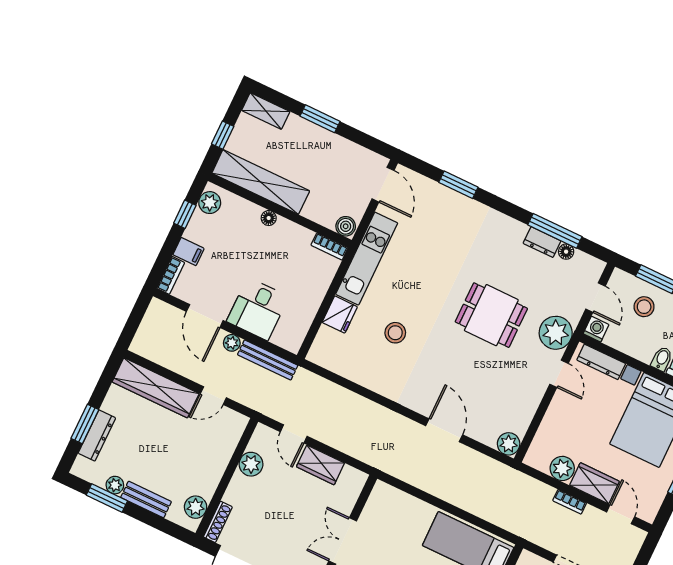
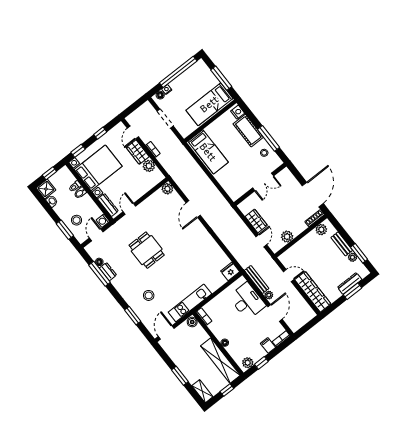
desk: (258, 309) -> (247, 301), width x1.37
fridge: (340, 315) -> (230, 271), moved
stool: (395, 333) -> (149, 295), moved
plant: (556, 333) -> (122, 228), removed

